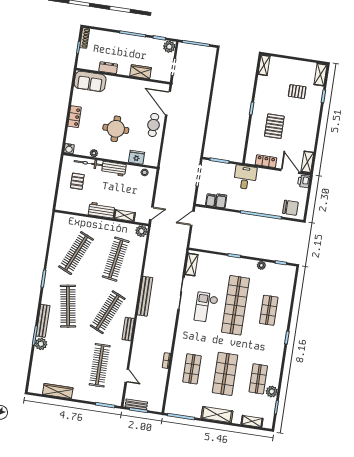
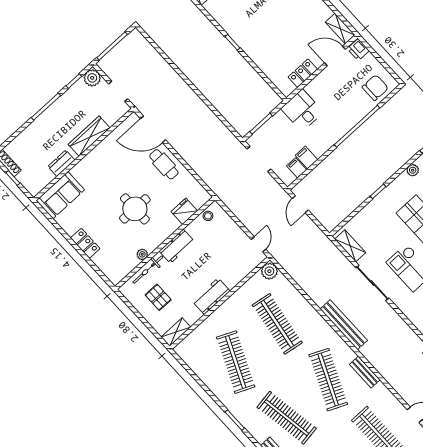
wardrobe: (141, 72) -> (89, 136), width x1.50
pallet: (274, 126) -> (272, 33), removed
water cooler: (69, 149) -> (115, 277), removed
shelving: (125, 215) -> (176, 332), moved

